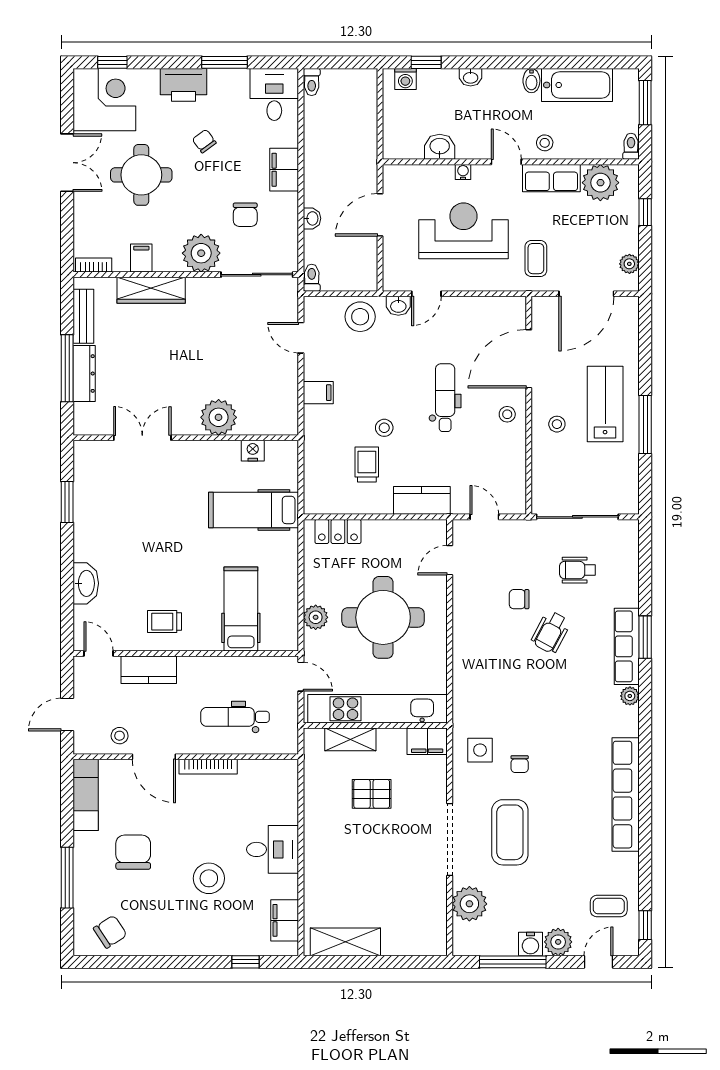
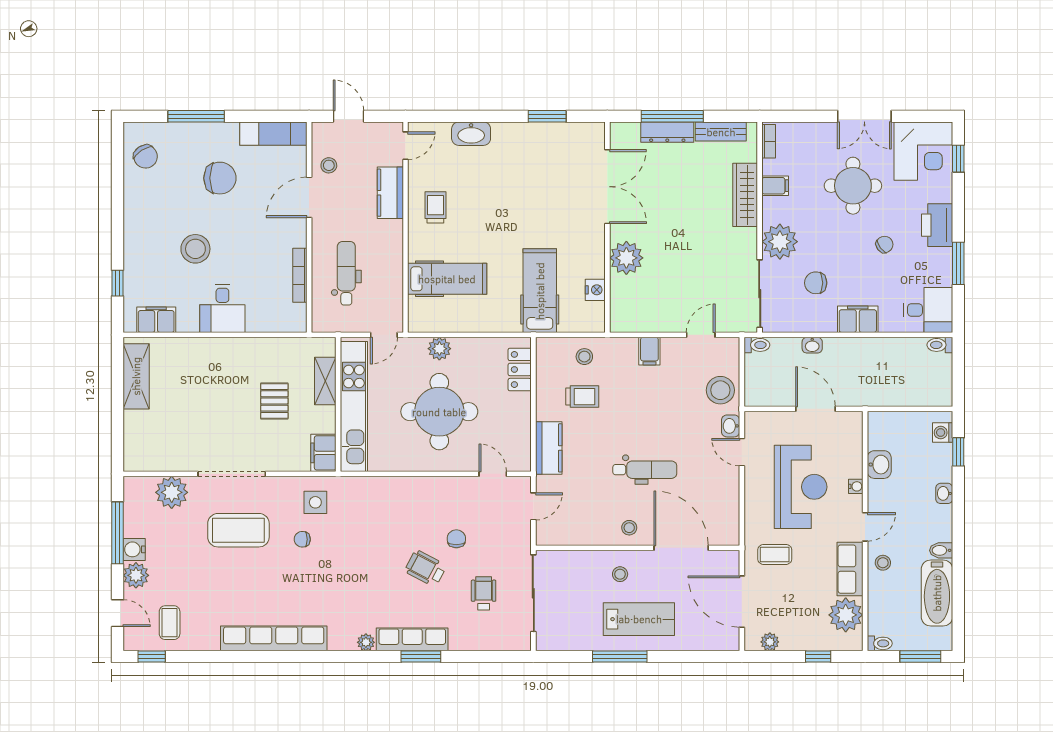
stool: (384, 428) -> (584, 357), moved
double door: (142, 438) -> (607, 187), width x1.37
bookcase: (208, 767) -> (300, 275), moved

